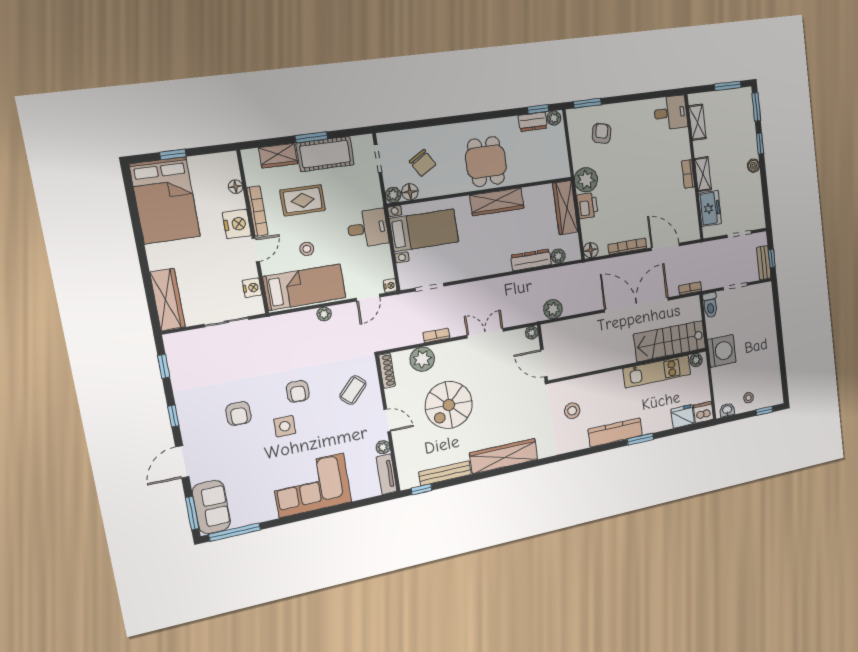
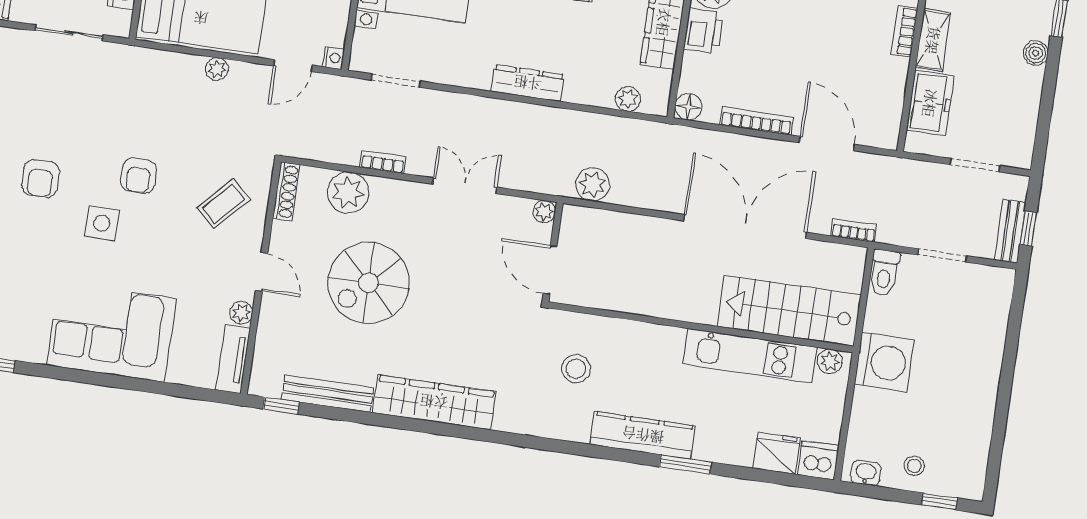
dresser: (531, 260) -> (528, 83), moved

